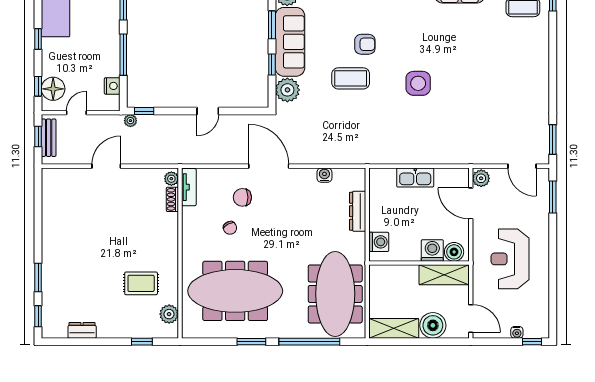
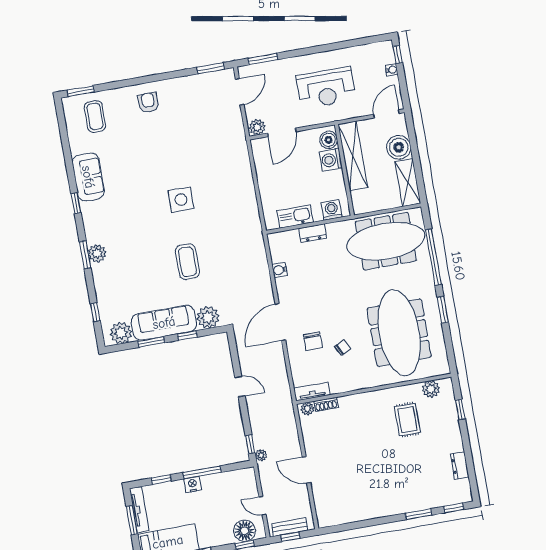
armchair: (365, 44) -> (148, 103), moved
nightstand: (112, 86) -> (193, 484), moved
kitchen sink: (415, 178) -> (295, 217), moved, turned -90
dresser: (358, 211) -> (313, 233), width x0.70
shelving: (444, 275) -> (353, 156), width x1.47

